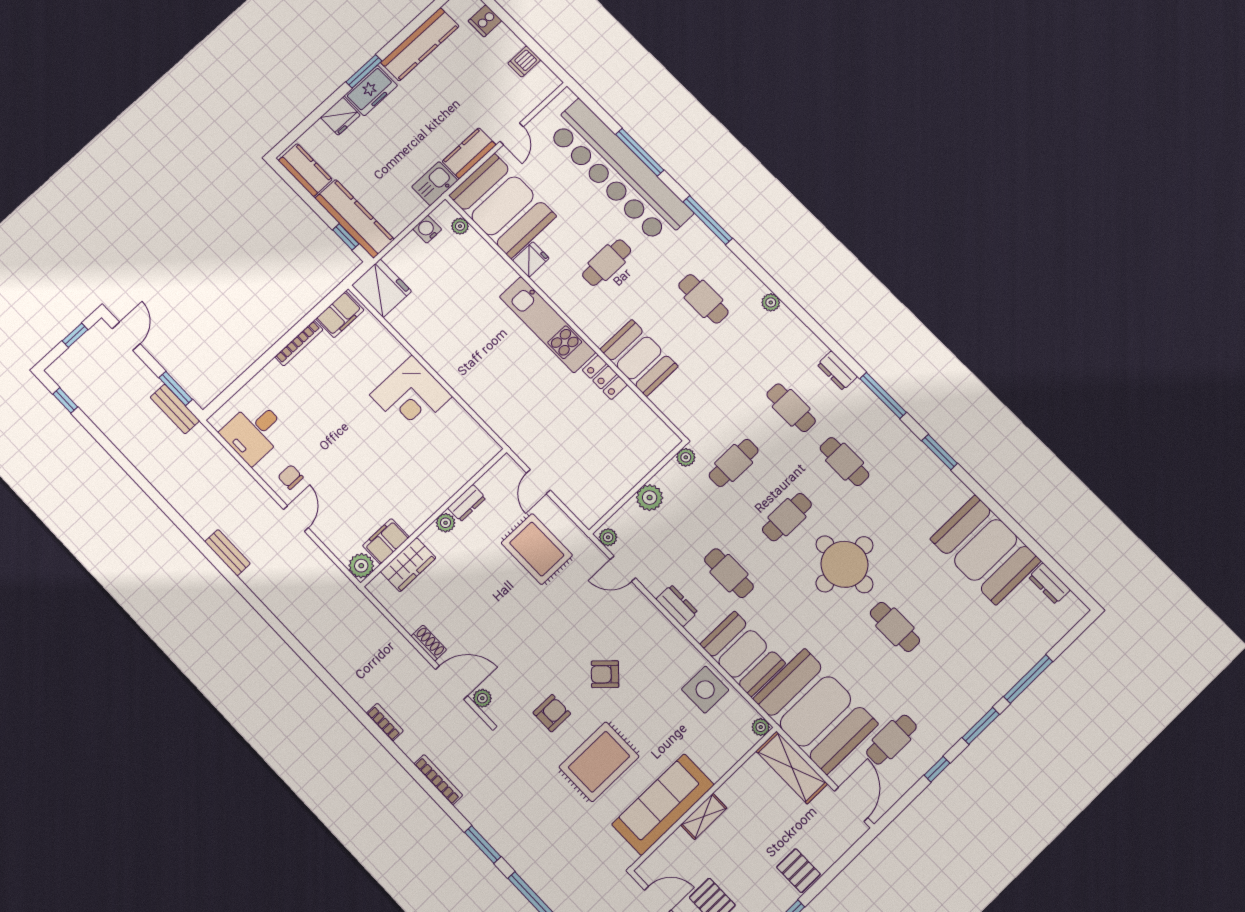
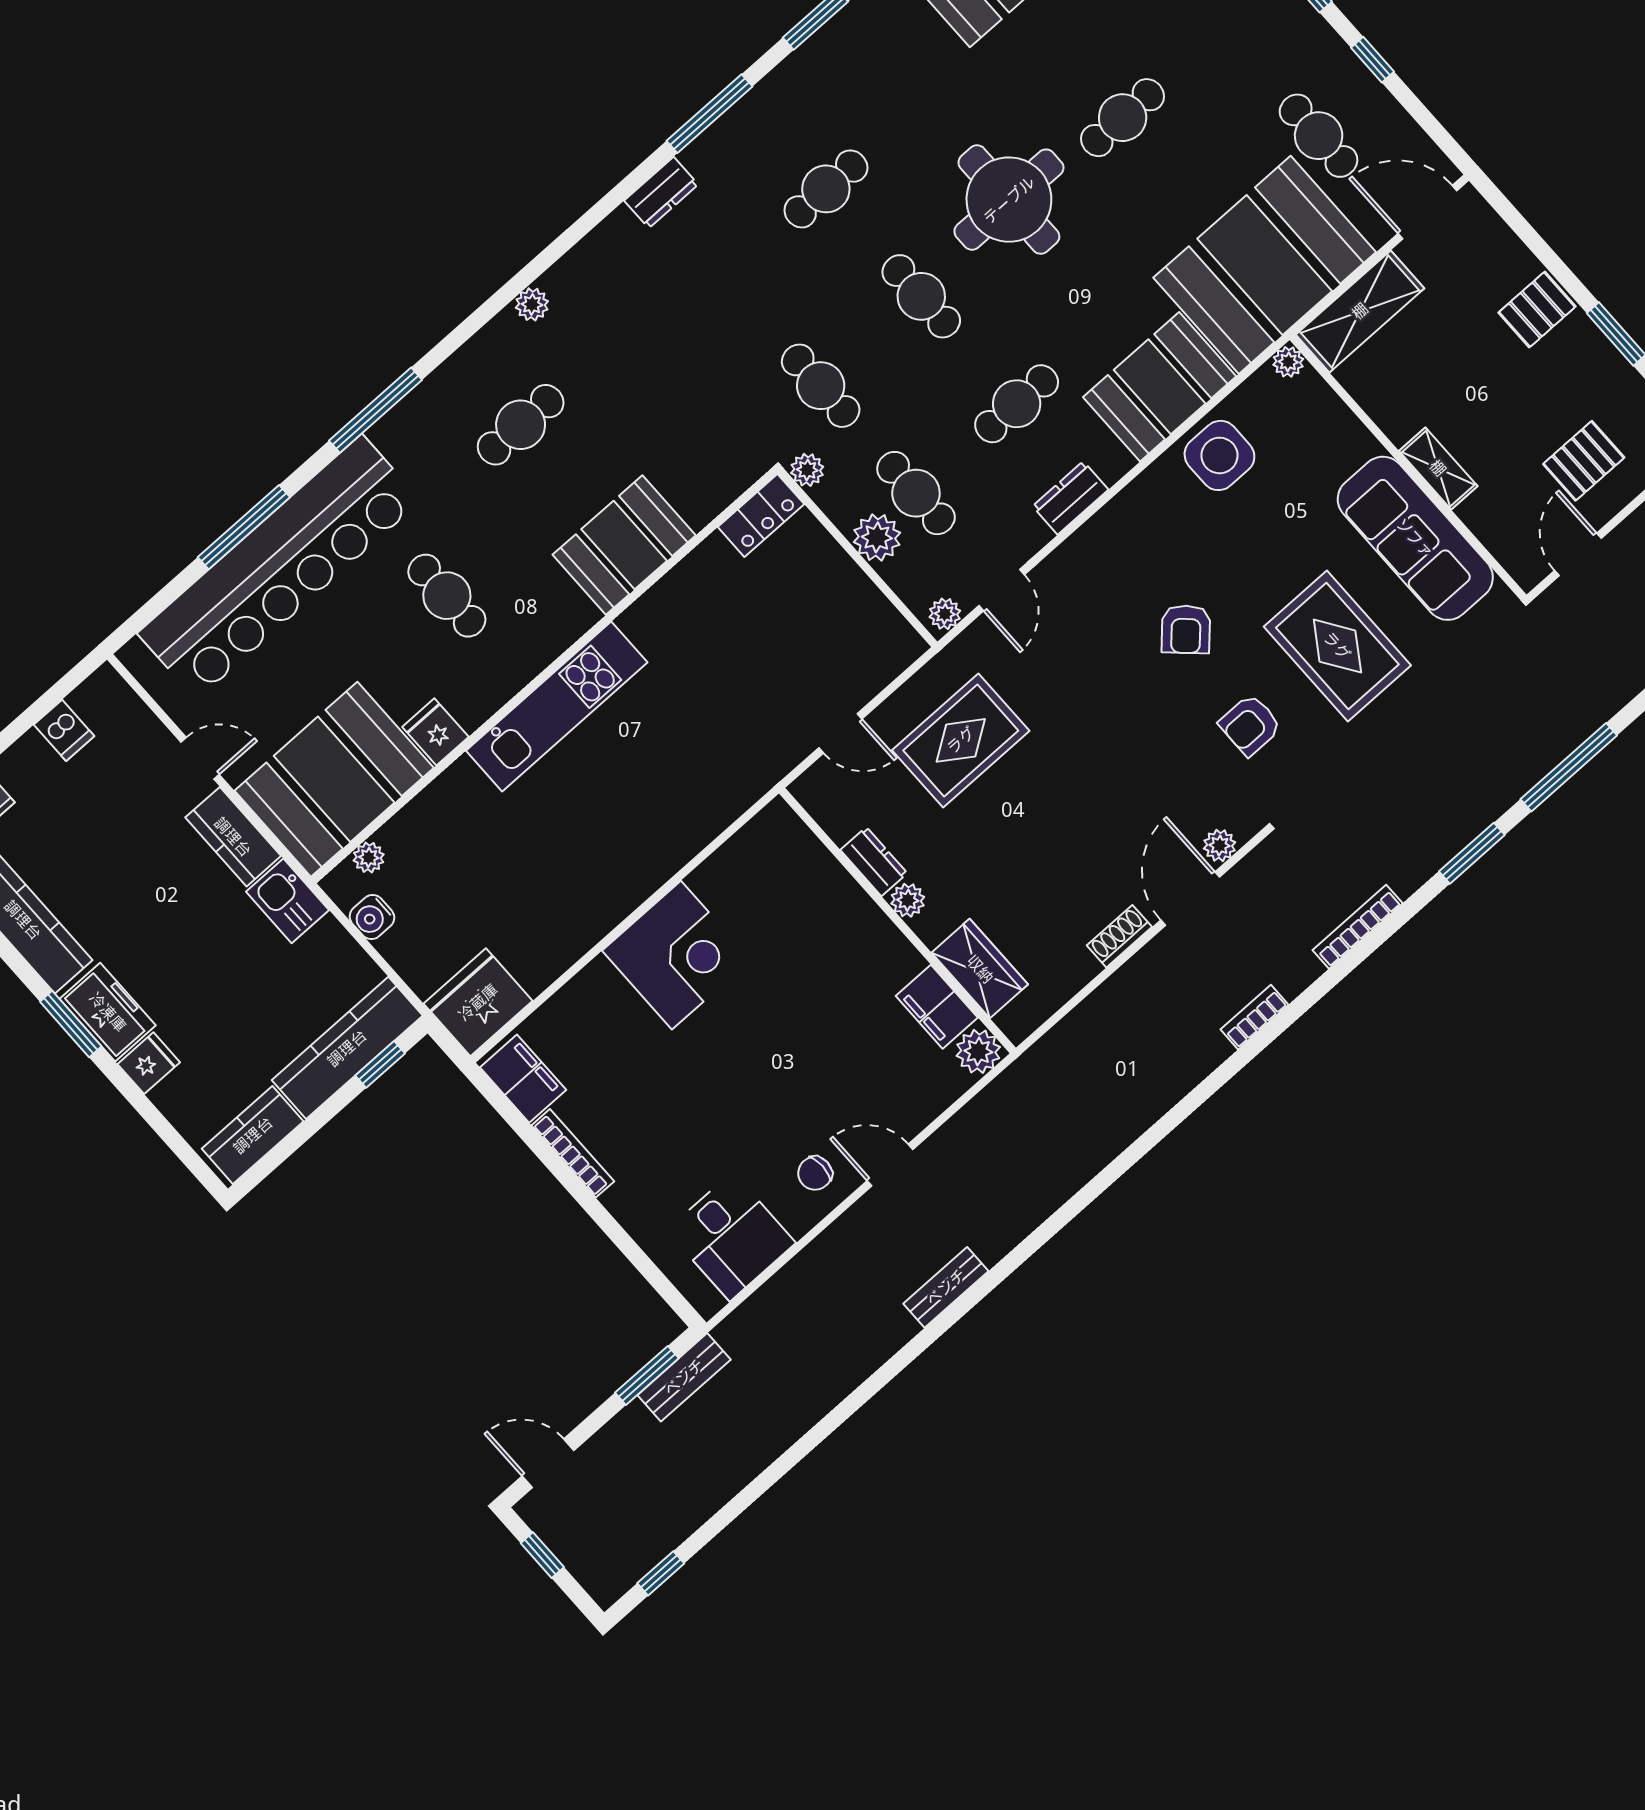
fridge: (340, 116) -> (149, 1063), width x0.72
locker: (605, 377) -> (761, 515), moved
cafe table: (791, 408) -> (916, 493), moved, turned 90
armchair: (552, 713) -> (1250, 725), turned -90

